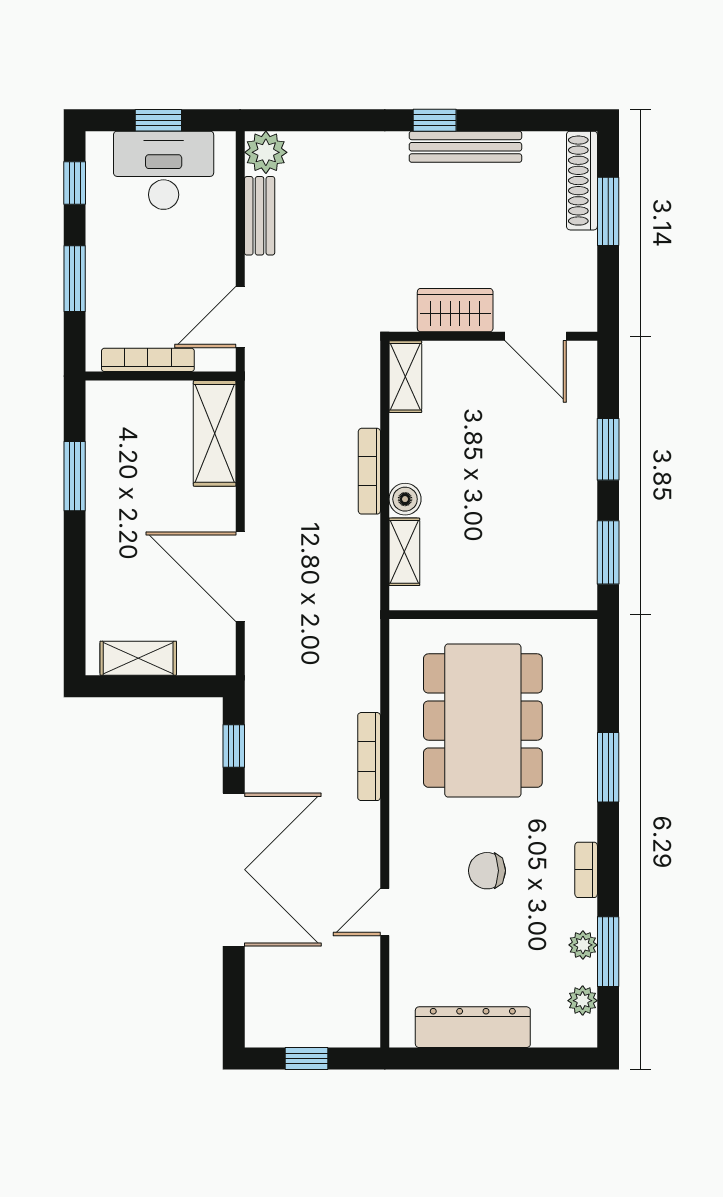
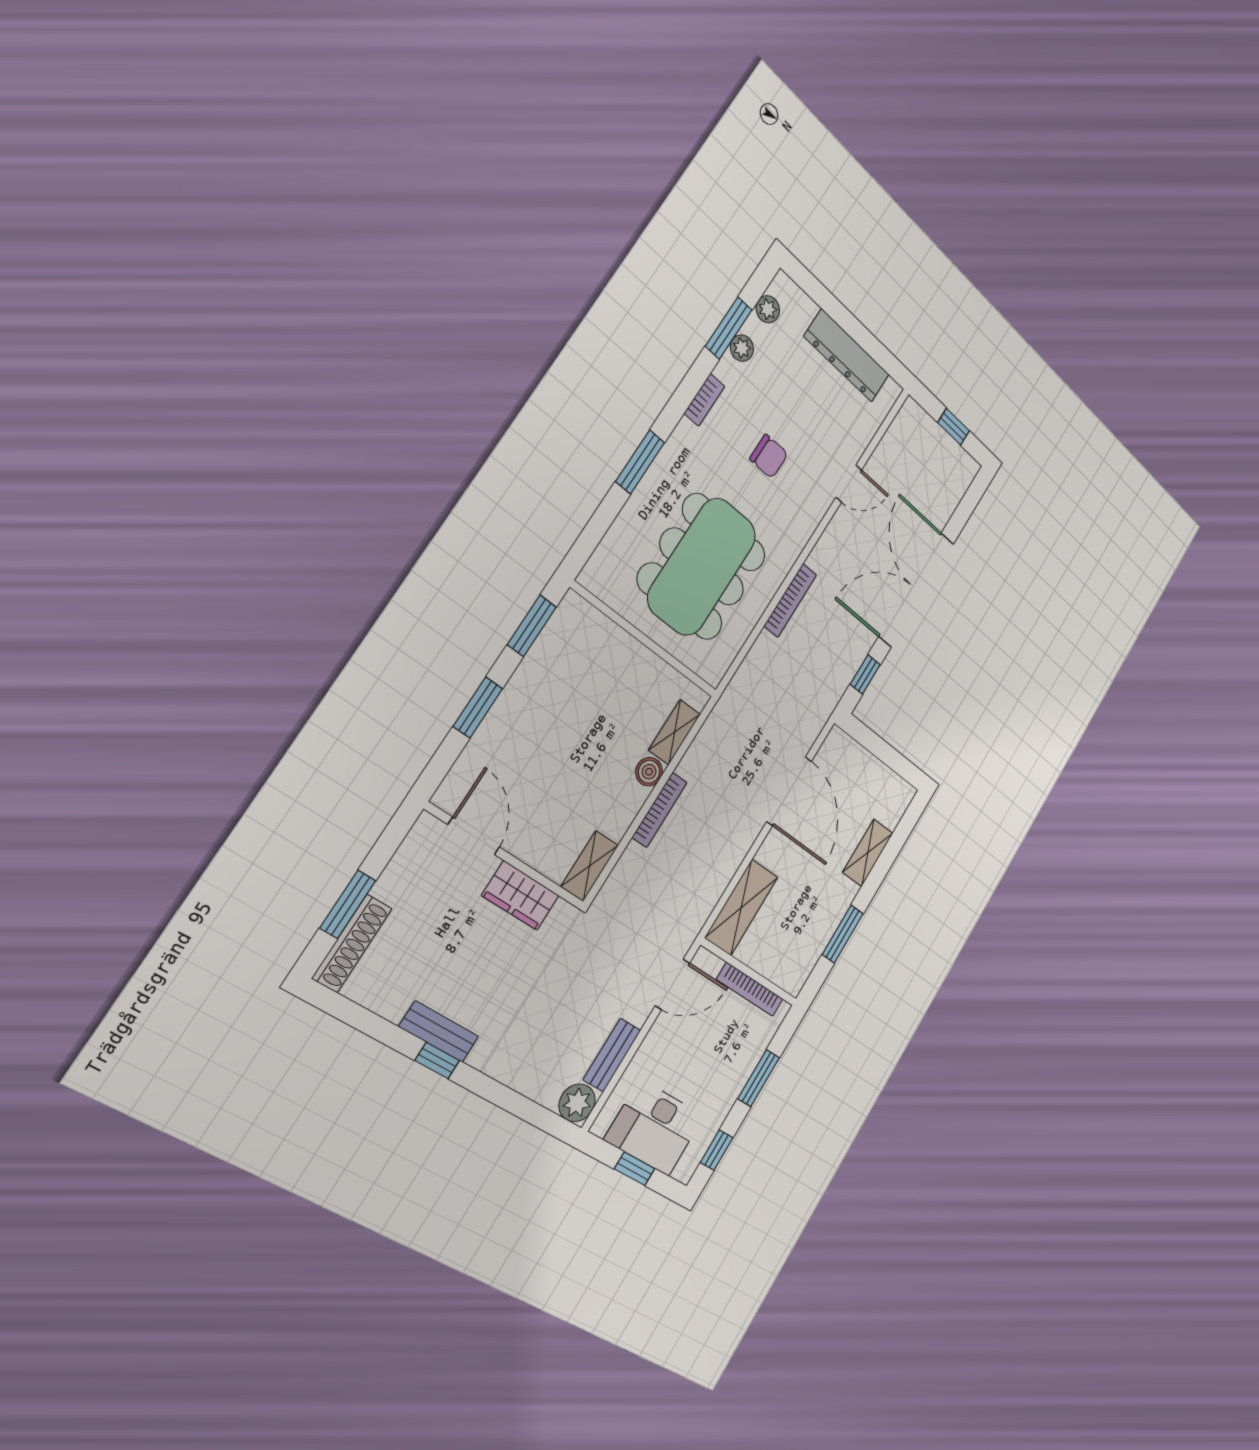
bench: (465, 147) -> (439, 1032), width x0.73
shelving: (138, 658) -> (868, 853), moved, turned 90

